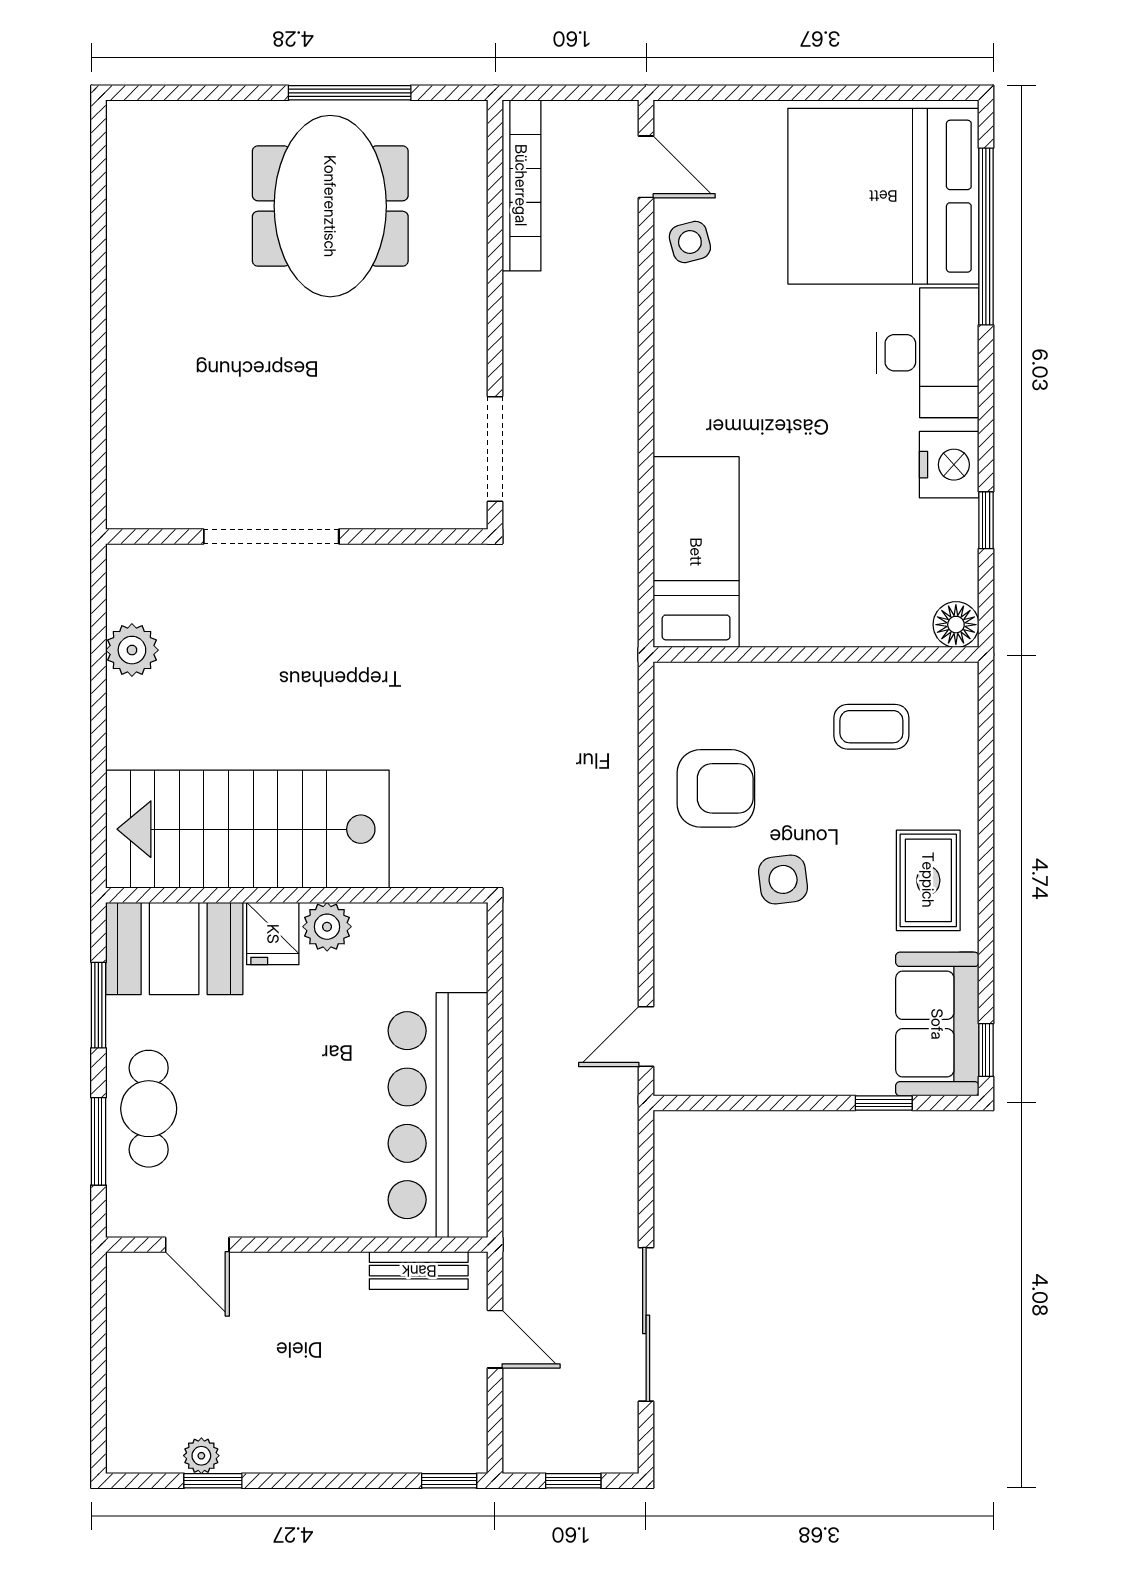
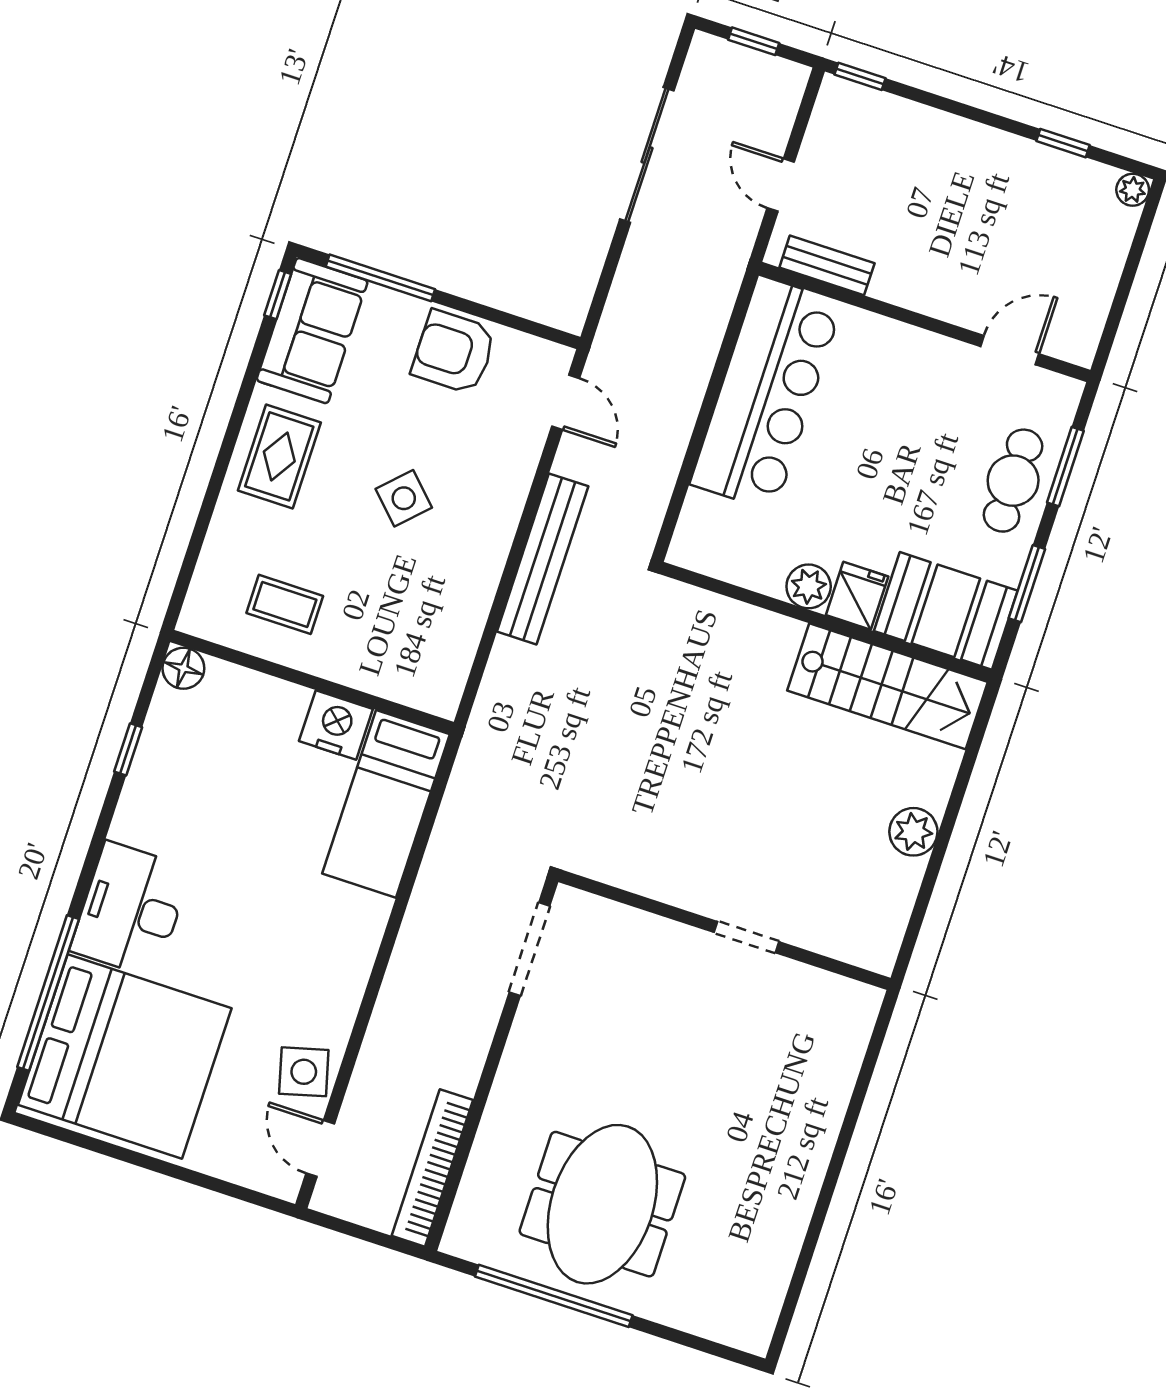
window: (350, 93) -> (554, 1296), width x1.46
side table: (690, 242) -> (304, 1072), width x1.37, depth x1.37
nightstand: (949, 465) -> (336, 725), moved, turned 90
doorway: (271, 537) -> (746, 937), width x0.53
plant: (132, 650) -> (913, 832), moved
armchair: (716, 788) -> (454, 352), moved
stairs: (247, 829) -> (887, 686), width x0.73, depth x0.66
bench: (616, 864) -> (543, 559), added
side table: (783, 879) -> (404, 498), turned -38
door: (646, 1036) -> (566, 402), hinge flipped
window: (884, 1103) -> (380, 278), width x2.17
door: (197, 1245) -> (1010, 350), hinge flipped
plant: (201, 1456) -> (1133, 190), moved

